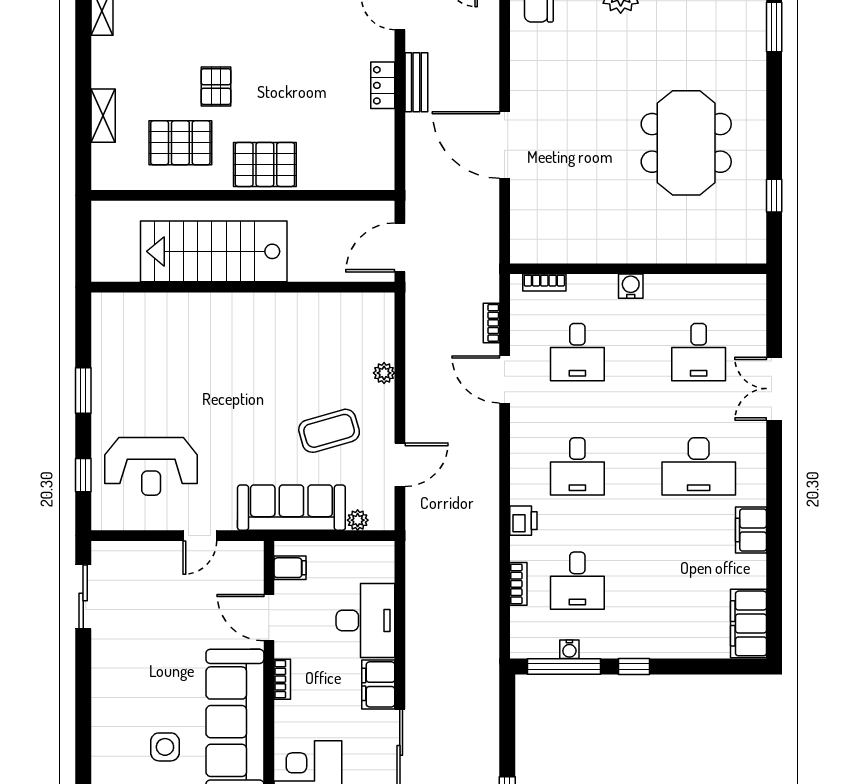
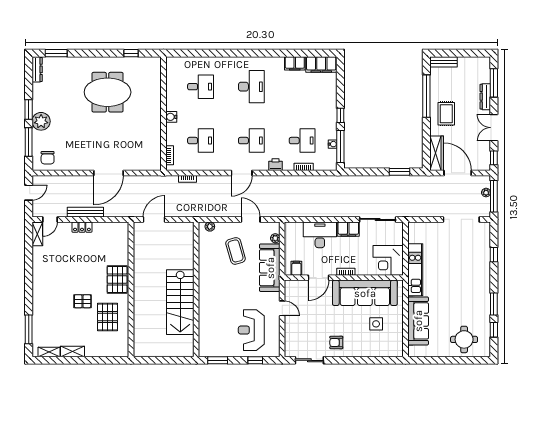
bench: (416, 82) -> (85, 212), width x1.36
shelving: (103, 116) -> (73, 351), moved
door: (400, 247) -> (154, 219), swing flipped
stairs: (214, 251) -> (180, 302), moved
wall: (243, 287) -> (196, 289), moved
door: (505, 379) -> (242, 173), moved
double door: (774, 389) -> (217, 53), removed
reception desk: (151, 466) -> (251, 330), turned 180
filing cabinet: (751, 530) -> (295, 63), moved
armchair: (123, 658) -> (336, 342), added

